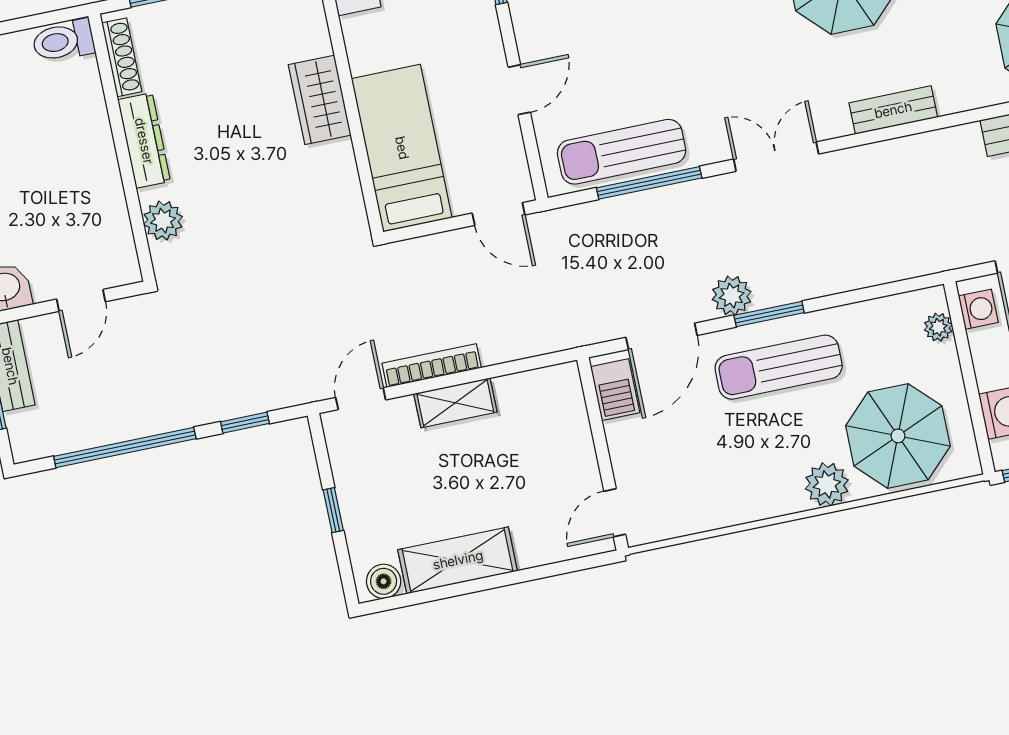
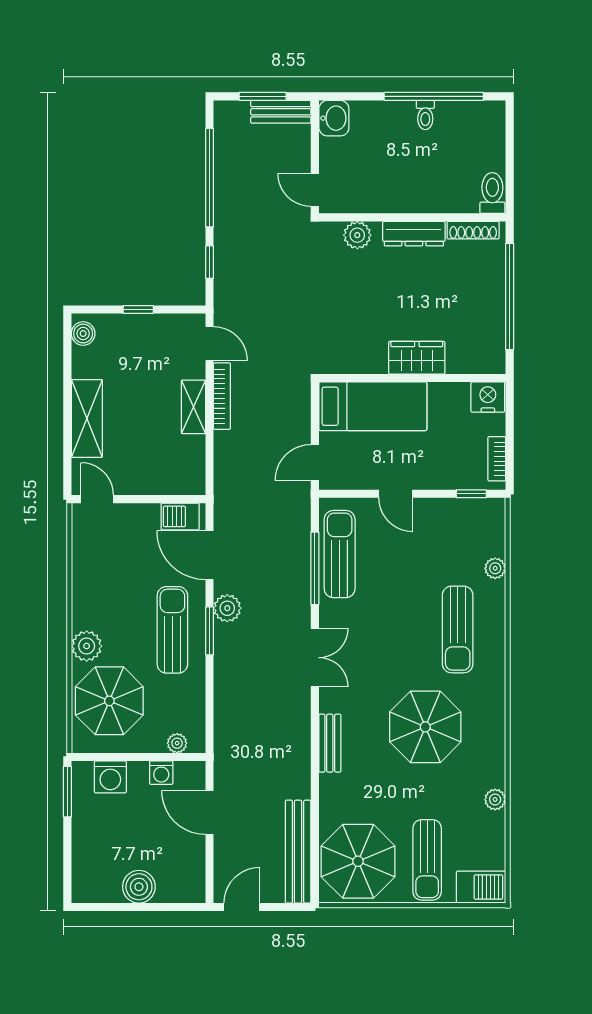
door: (81, 300) -> (315, 190), moved
washing machine: (978, 309) -> (161, 773), moved
shelving: (458, 560) -> (87, 418), moved

